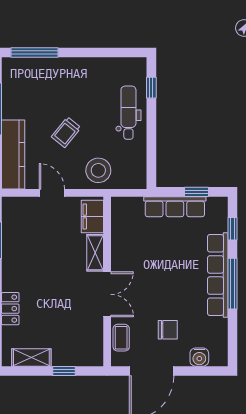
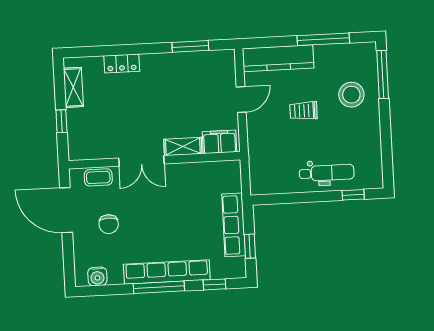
trolley: (66, 132) -> (304, 111), turned -39
stool: (98, 170) -> (351, 95), moved
water cooler: (199, 357) -> (97, 276), moved, turned -90

